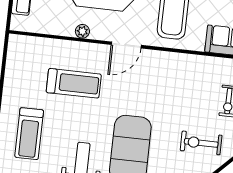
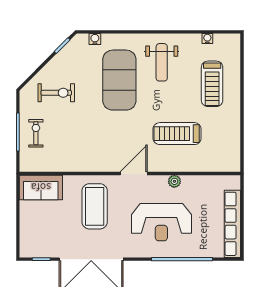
treadmill: (29, 134) -> (212, 84), turned 180

